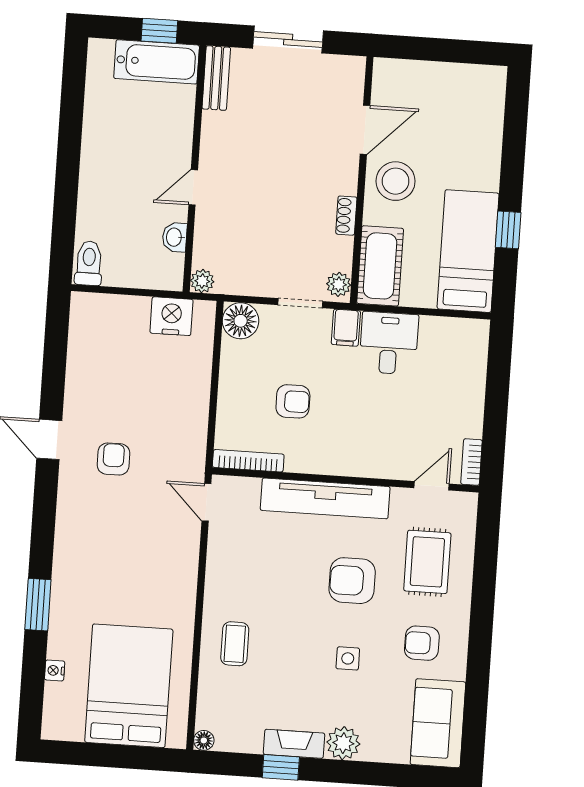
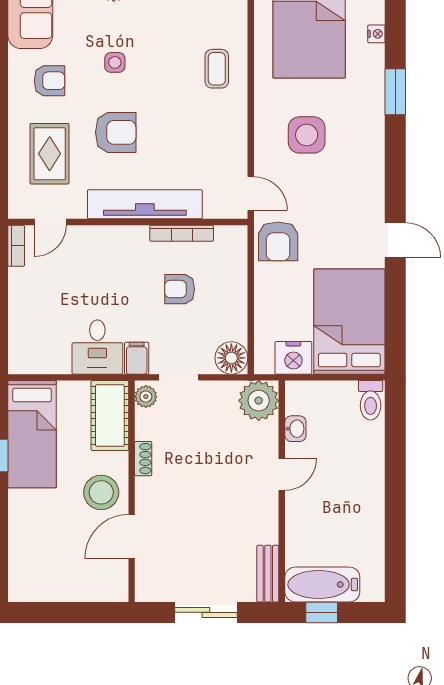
plant: (202, 281) -> (259, 401), width x1.88, depth x1.88
bed: (106, 352) -> (349, 322), added
armchair: (113, 459) -> (278, 241), moved, width x1.38, depth x1.38
bookcase: (248, 461) -> (182, 233), moved
side table: (140, 563) -> (307, 135), added

